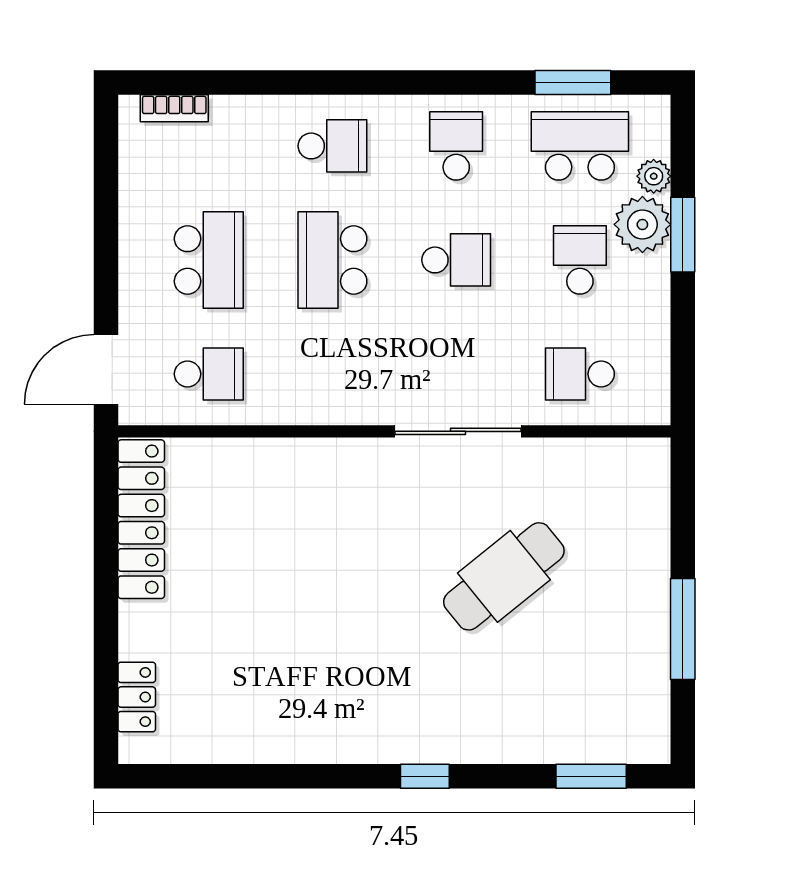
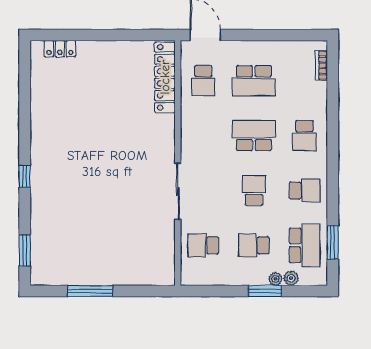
plant: (642, 224) -> (275, 279), width x0.53, depth x0.53
school desk: (456, 260) -> (254, 190), turned 180
school desk: (580, 260) -> (254, 245), turned 180
school desk: (580, 374) -> (203, 245), turned -90
locker: (141, 519) -> (165, 77), moved, turned 90
cafe table: (504, 576) -> (113, 212), removed

